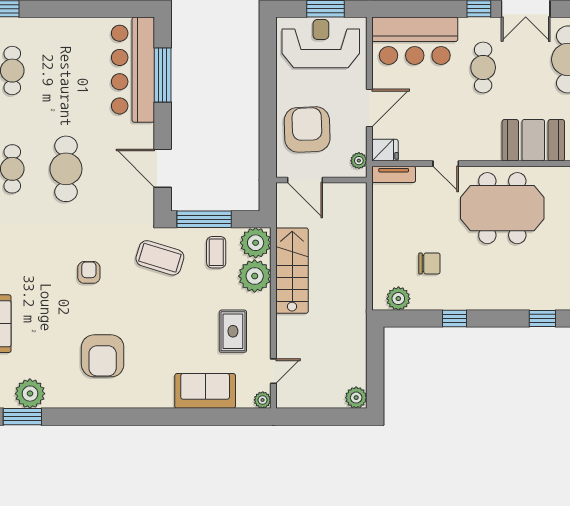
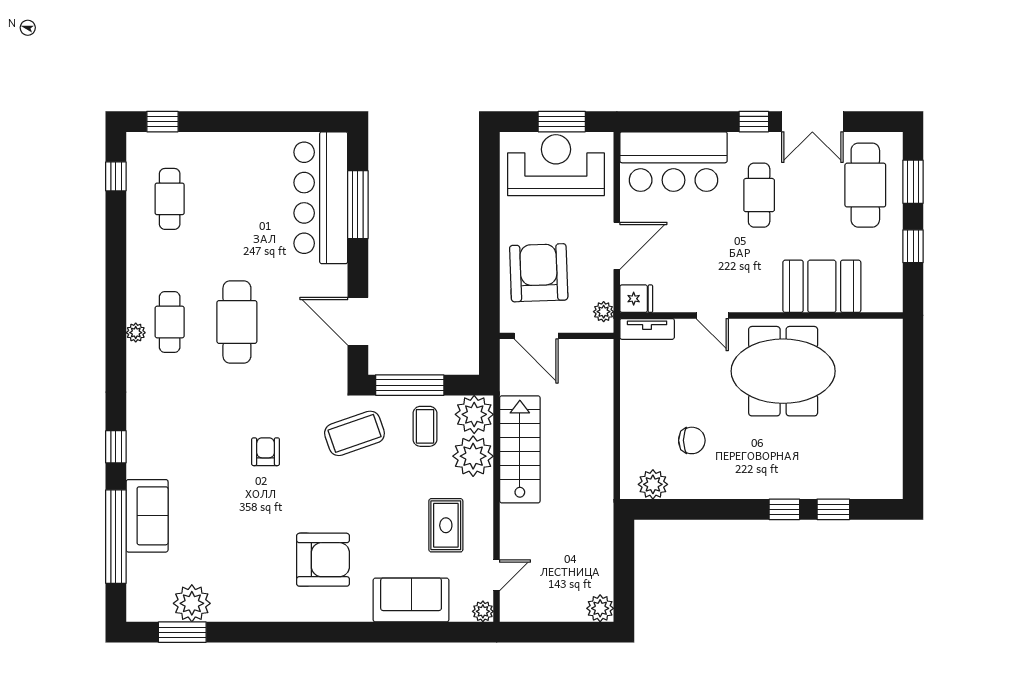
coffee table: (160, 258) -> (354, 433), turned -36
window: (454, 319) -> (784, 509), moved
armchair: (103, 356) -> (323, 560), moved, turned -90

